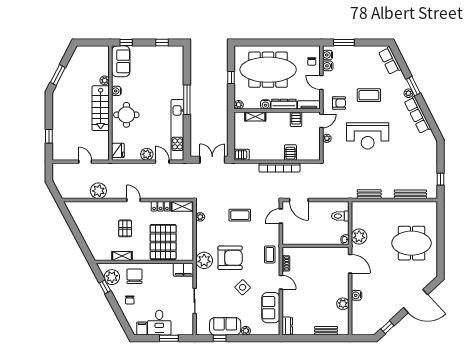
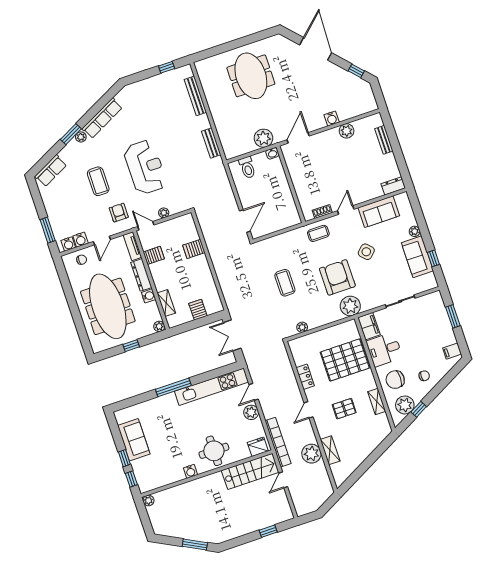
window: (162, 43) -> (124, 458), moved
sofa: (121, 61) -> (134, 440), moved, turned 90
plant: (105, 80) -> (148, 501), moved
stairs: (101, 108) -> (250, 471), moved
server rack: (242, 155) -> (198, 310), moved
bookcase: (279, 168) -> (278, 442), moved
shelving: (182, 206) -> (330, 450), moved
door: (281, 216) -> (270, 235), removed
desk: (159, 323) -> (384, 349), moved, turned 180

